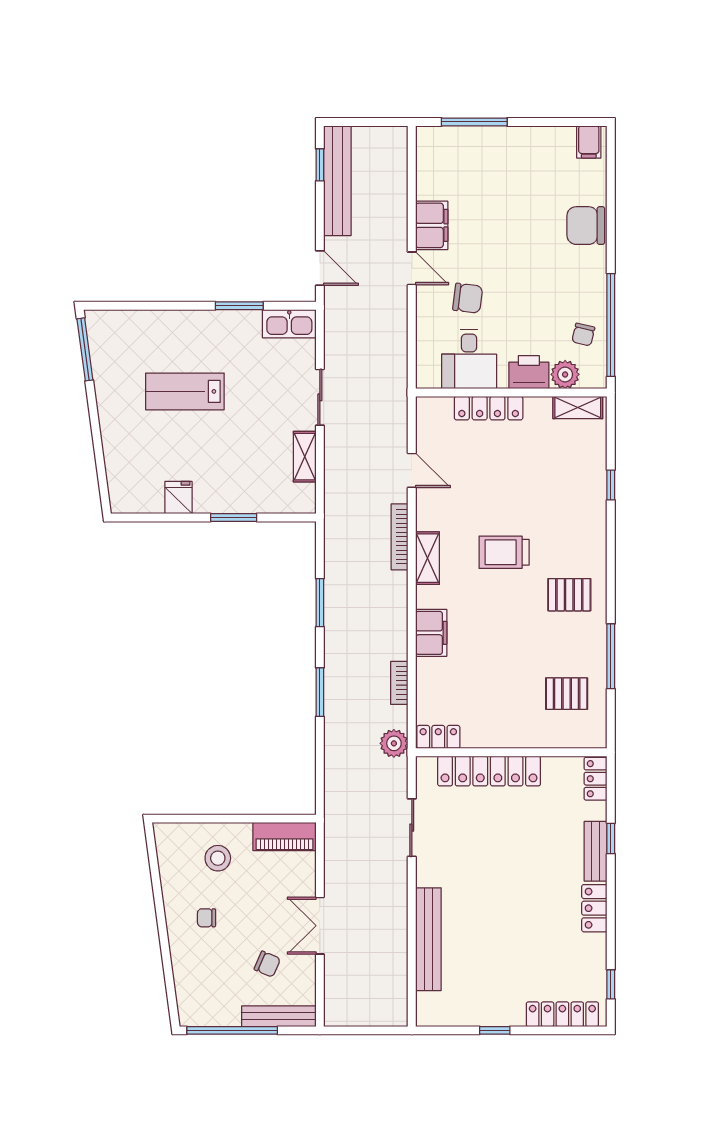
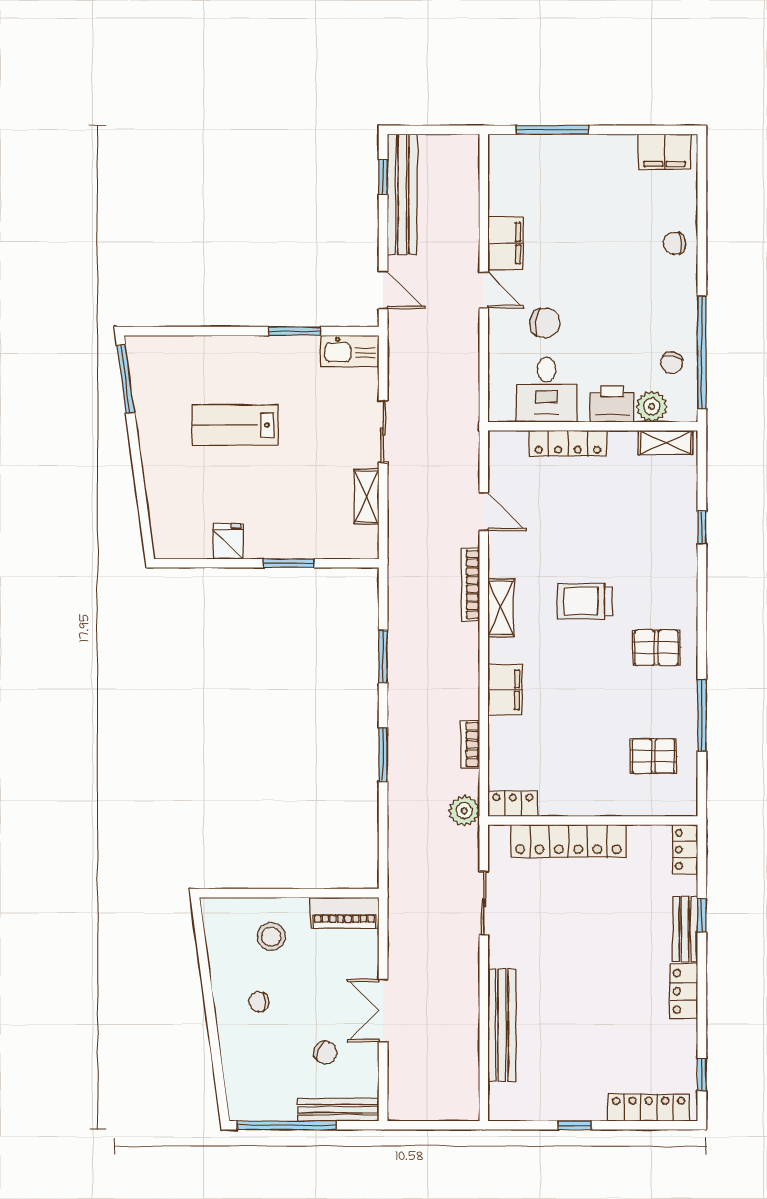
filing cabinet: (589, 142) -> (664, 152), width x2.00
chair: (586, 226) -> (674, 243), width x0.54, depth x0.54

